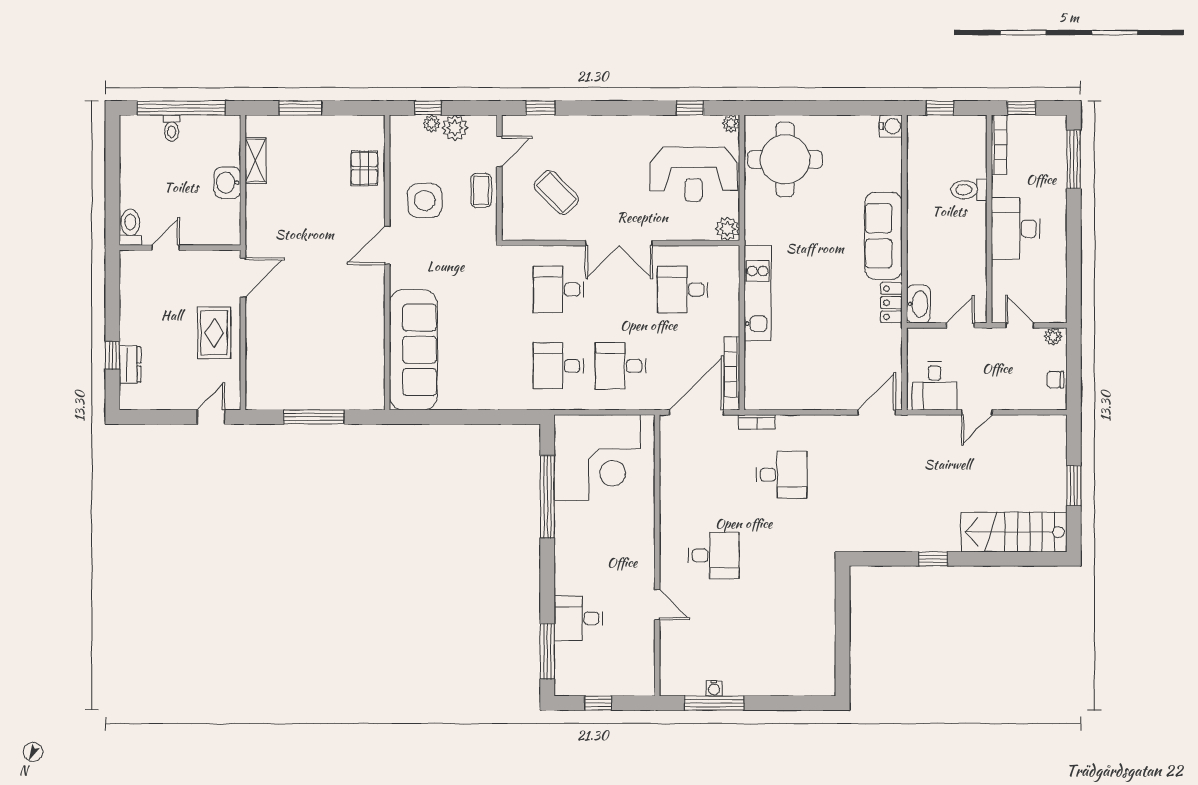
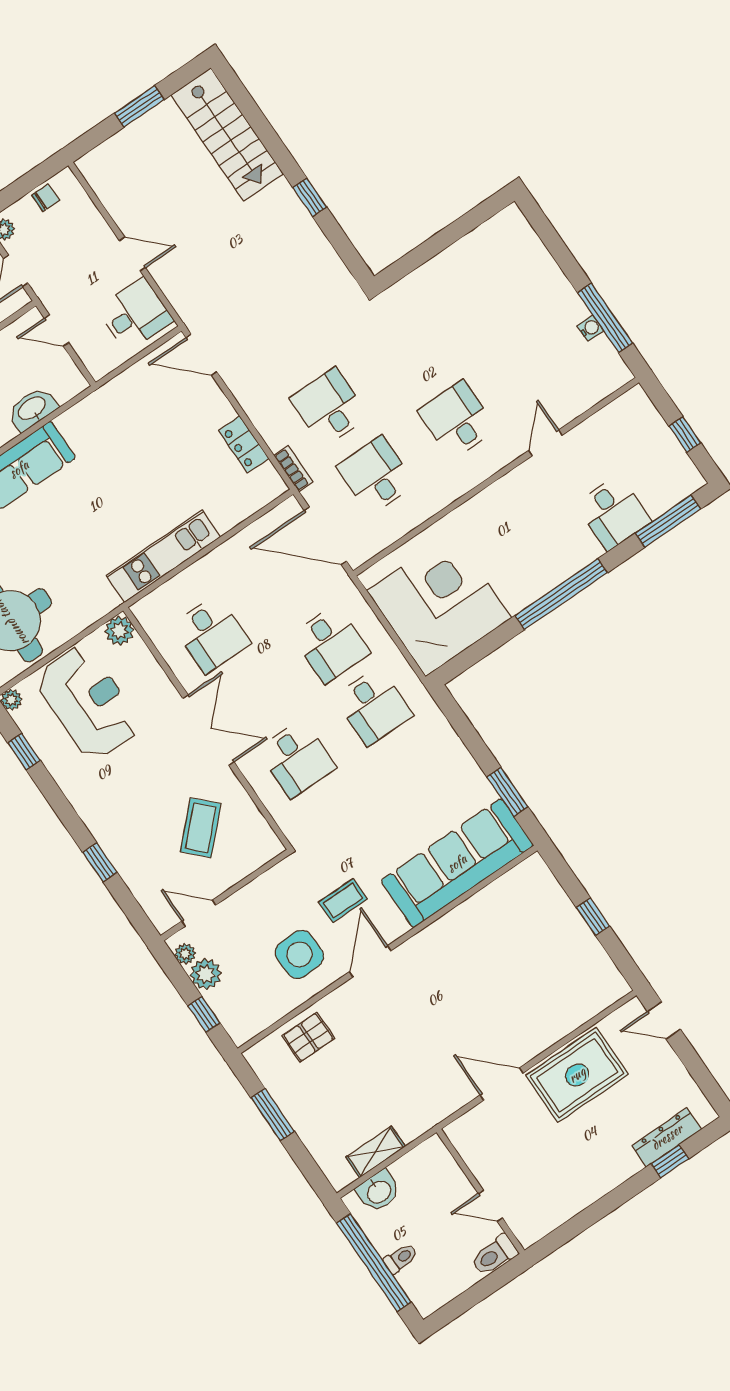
window: (300, 108) -> (273, 1115), moved
window: (541, 108) -> (100, 862), moved
plant: (431, 123) -> (185, 954), moved
washbasin: (227, 183) -> (379, 1191), moved
coffee table: (481, 190) -> (343, 901), moved
toilet: (130, 227) -> (494, 1255), moved
door: (387, 245) -> (370, 961), swing flipped
door: (166, 248) -> (490, 1206), moved
wall: (180, 248) -> (480, 1191), moved
locker: (891, 303) -> (244, 444), moved, turned 90
washbasin: (918, 304) -> (32, 409), moved
rug: (214, 333) -> (577, 1075), width x1.36, depth x1.43
dresser: (130, 364) -> (667, 1137), width x1.44
bookcase: (732, 367) -> (255, 531), removed
chair: (1055, 380) -> (46, 198), turned -90
window: (314, 417) -> (593, 917), width x0.46
window: (438, 417) -> (507, 792), added
desk: (714, 475) -> (376, 476), added
window: (547, 497) -> (561, 594), moved

